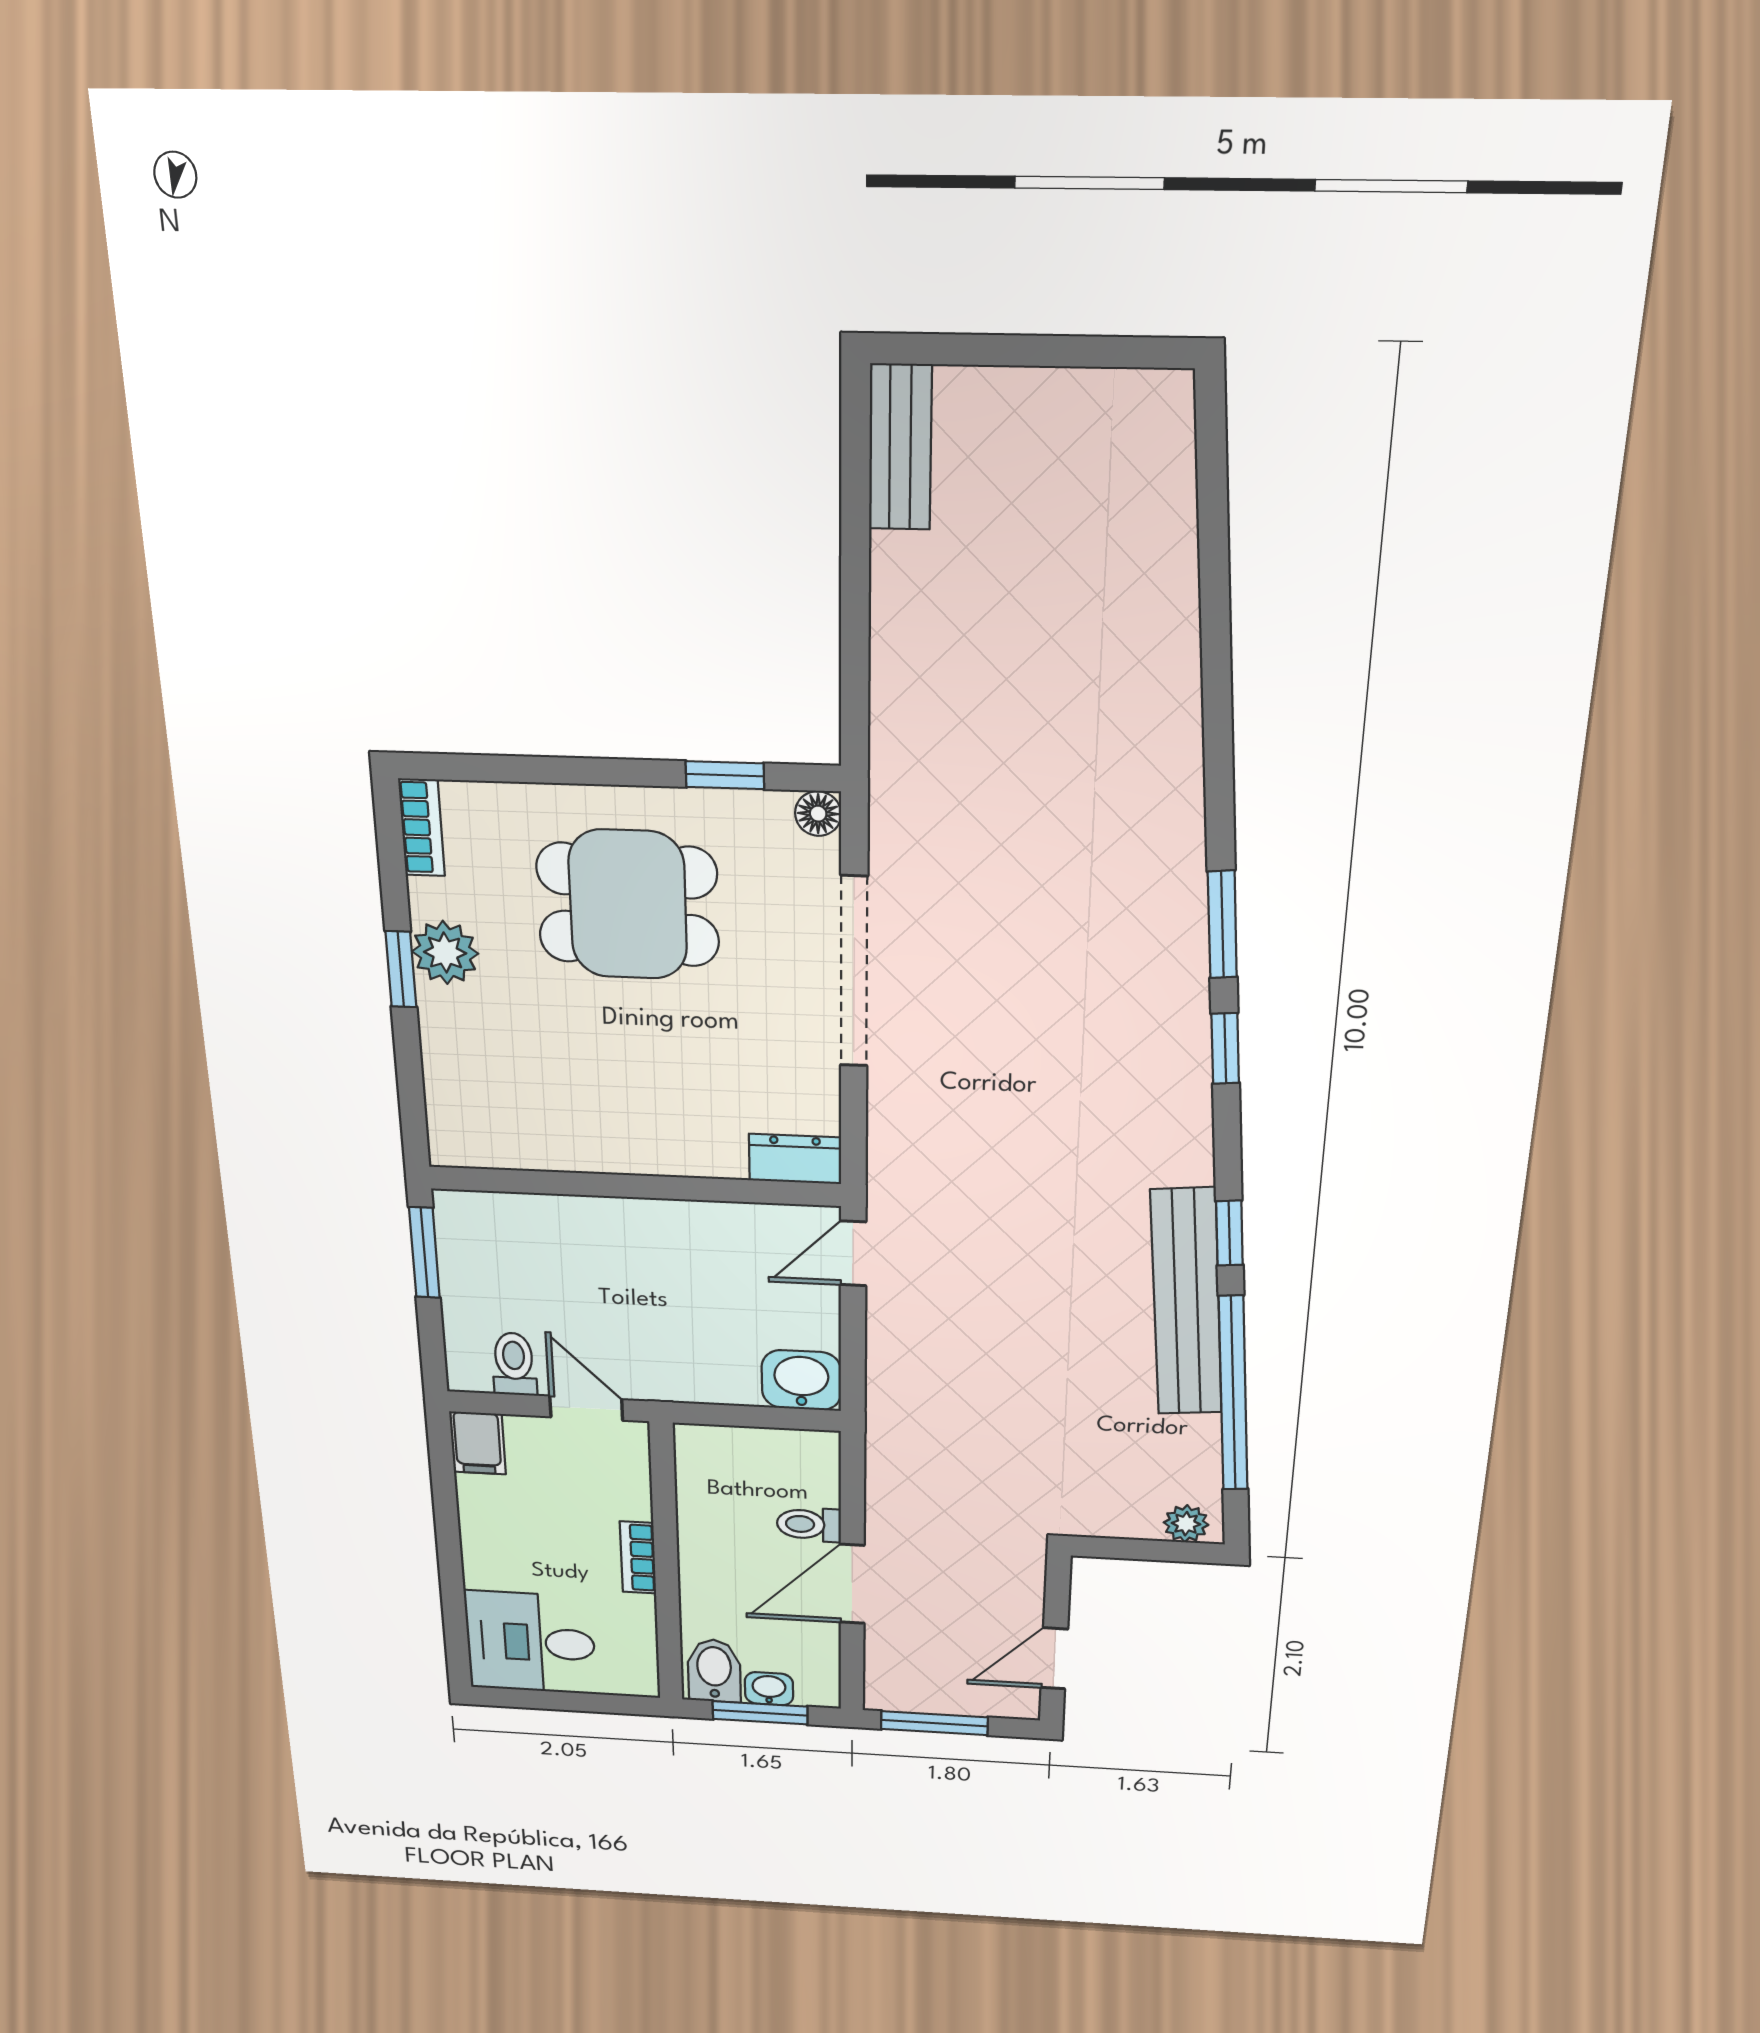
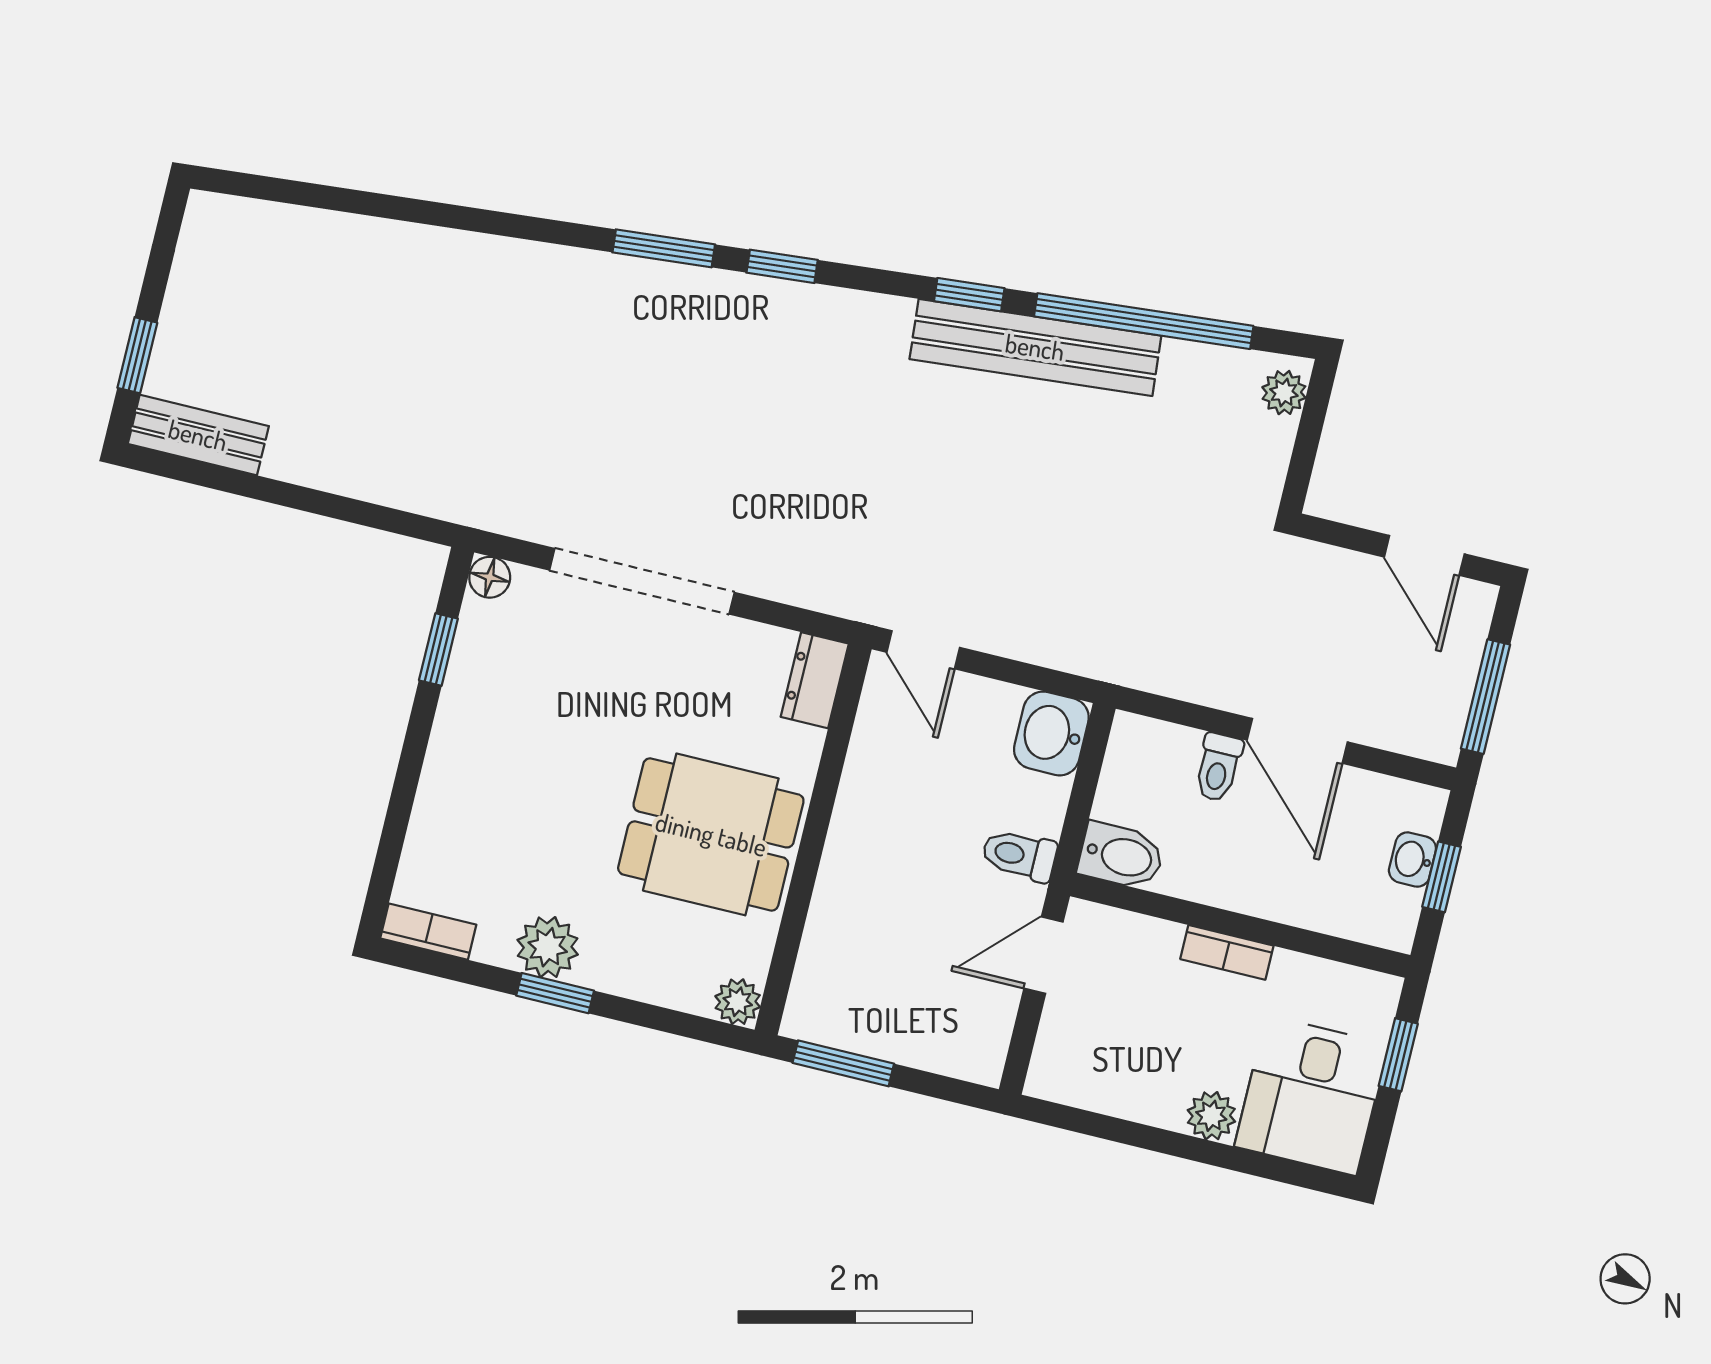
window: (979, 350) -> (137, 355), added
dining table: (628, 905) -> (711, 834), moved, turned 90
plant: (451, 1146) -> (738, 1002), added
toilet: (514, 1364) -> (1019, 855), moved
filing cabinet: (478, 1443) -> (1063, 1077), removed
plant: (485, 1568) -> (1211, 1116), added
bidet: (714, 1671) -> (1121, 856), moved, turned 180
window: (590, 1703) -> (1398, 1055), added
window: (760, 1713) -> (1442, 877), width x0.67

